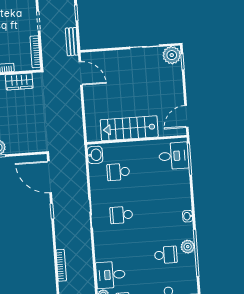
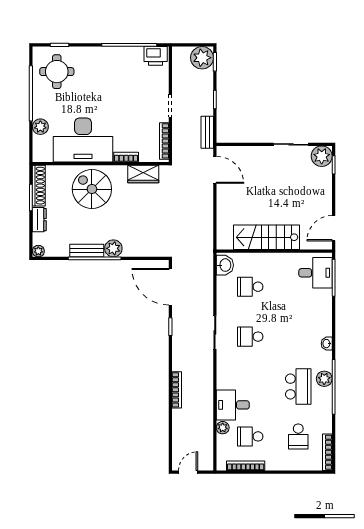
school desk: (166, 255) -> (298, 387), width x1.85

